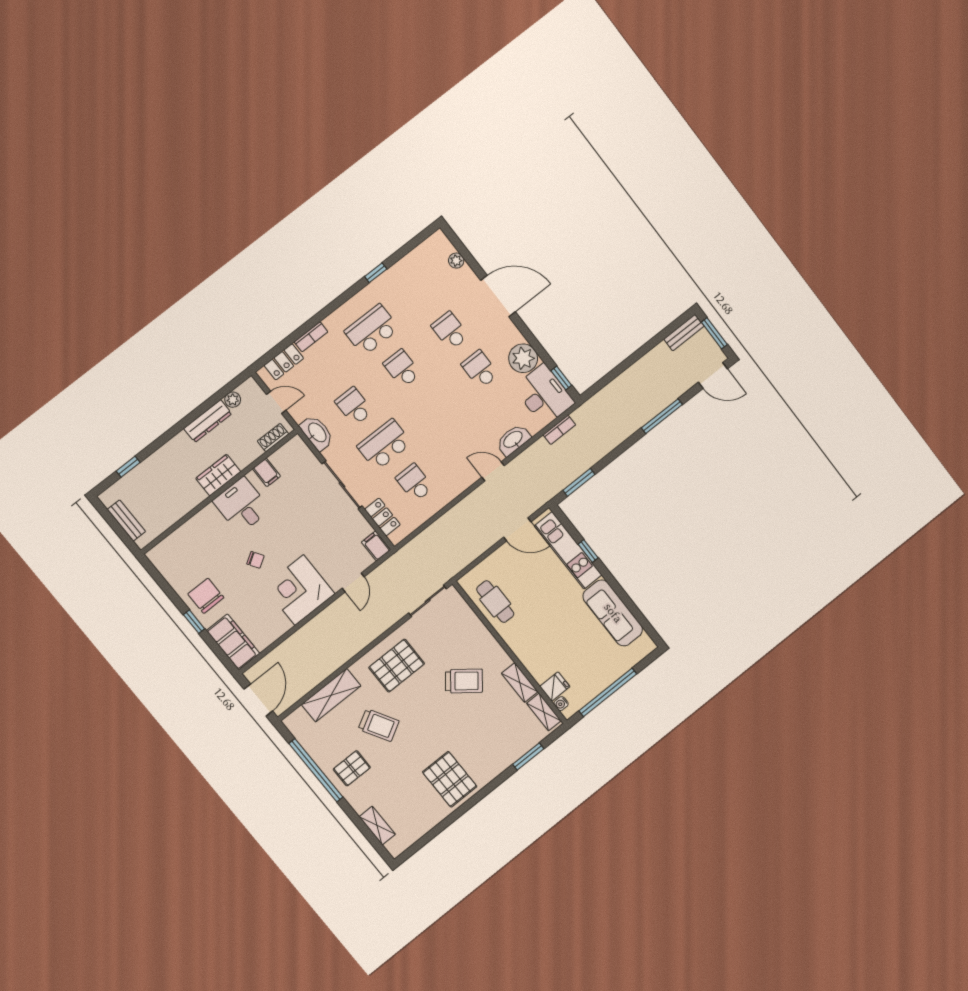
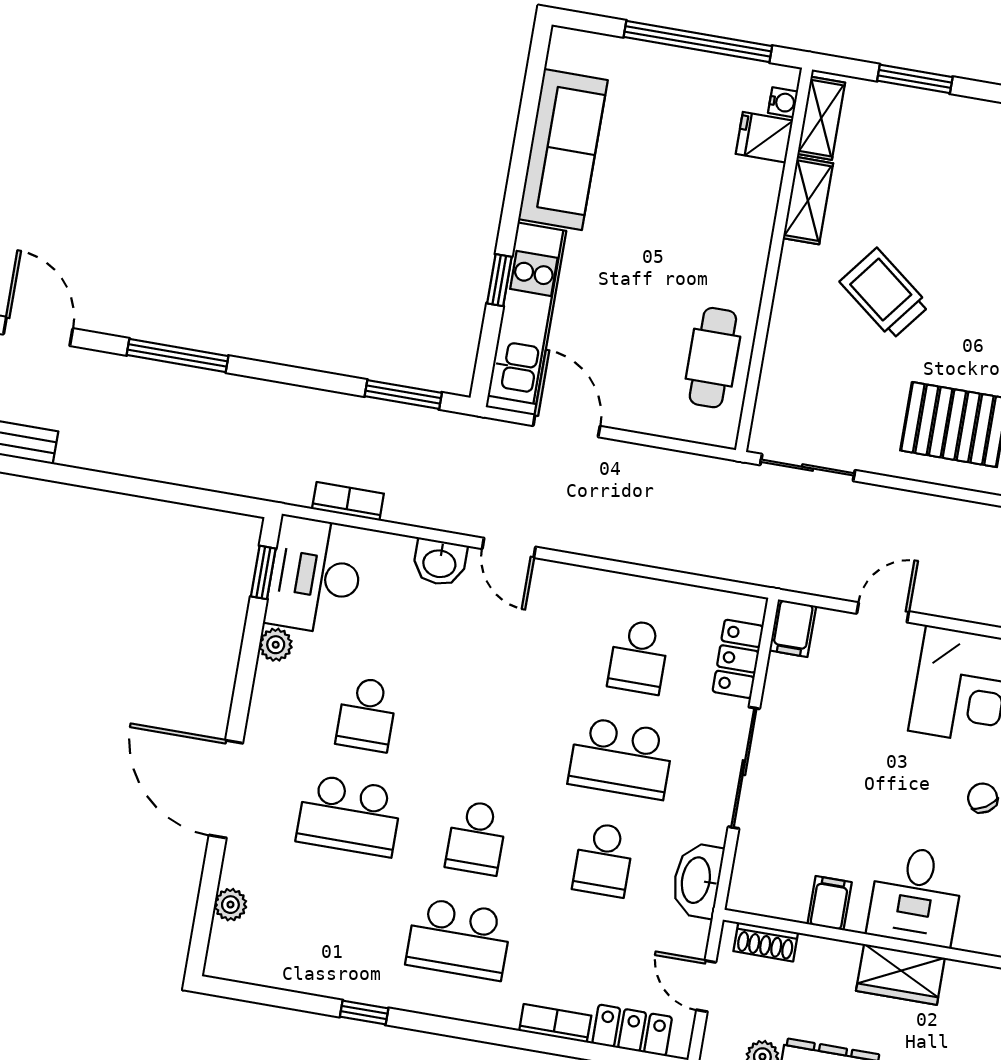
school desk: (450, 331) -> (349, 816), width x1.85
plant: (523, 358) -> (276, 645), width x0.53, depth x0.53
washbasin: (513, 440) -> (440, 562), width x0.72

